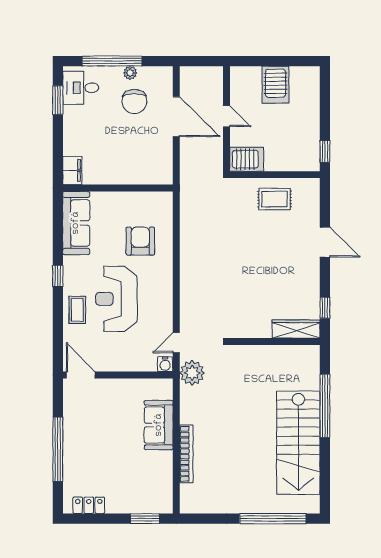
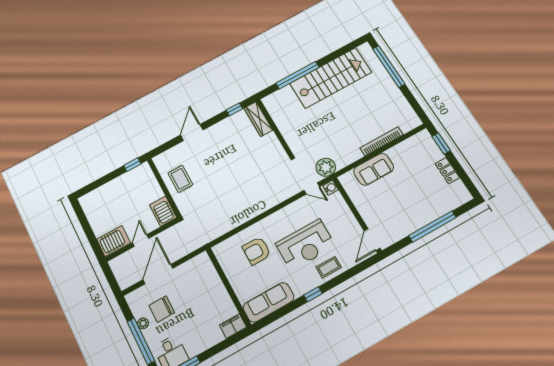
server rack: (275, 85) -> (113, 241), moved
chair: (134, 101) -> (162, 309), turned 180
locker: (89, 505) -> (447, 171), moved

